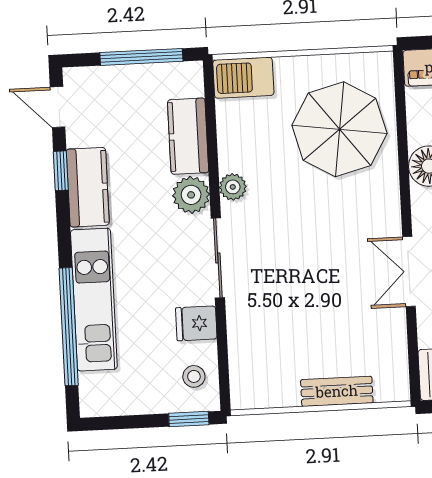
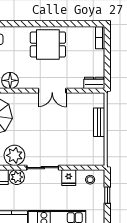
plant: (233, 187) -> (14, 155), width x1.88, depth x1.88
window: (189, 419) -> (107, 195), moved

